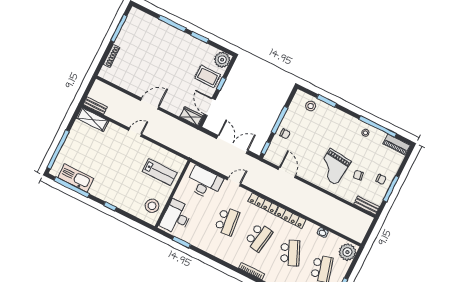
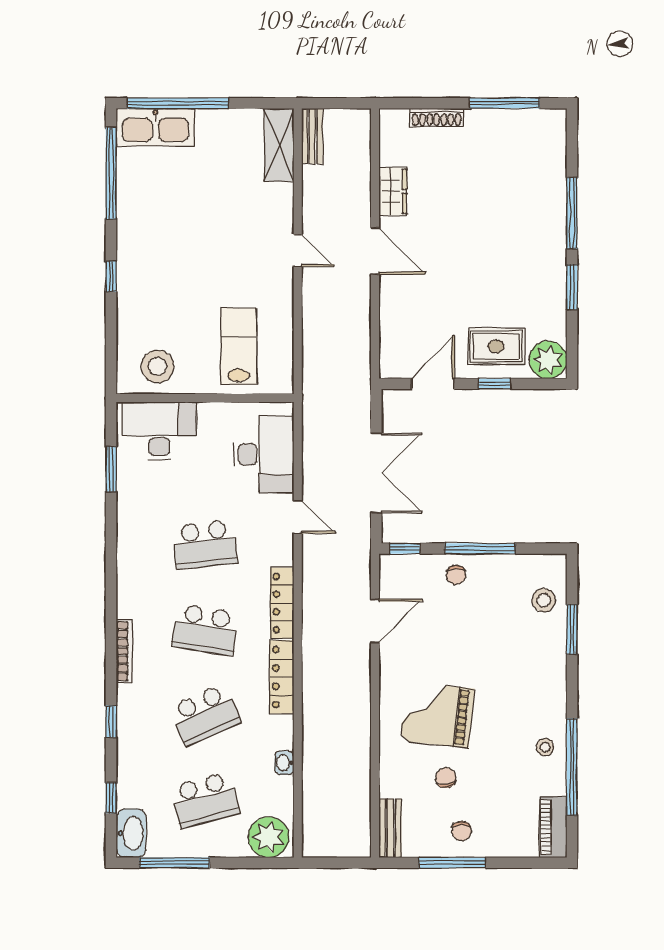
rug: (208, 76) -> (496, 346), turned 90
wardrobe: (191, 116) -> (393, 191), moved
lab bench: (160, 172) -> (239, 346), turned 180
kitchen sink: (76, 178) -> (155, 127), moved, turned 90

